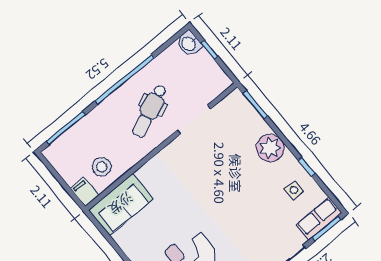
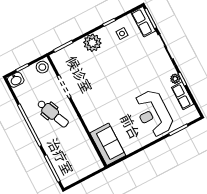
stool: (102, 167) -> (42, 67), moved
filing cabinet: (85, 192) -> (95, 165), removed

